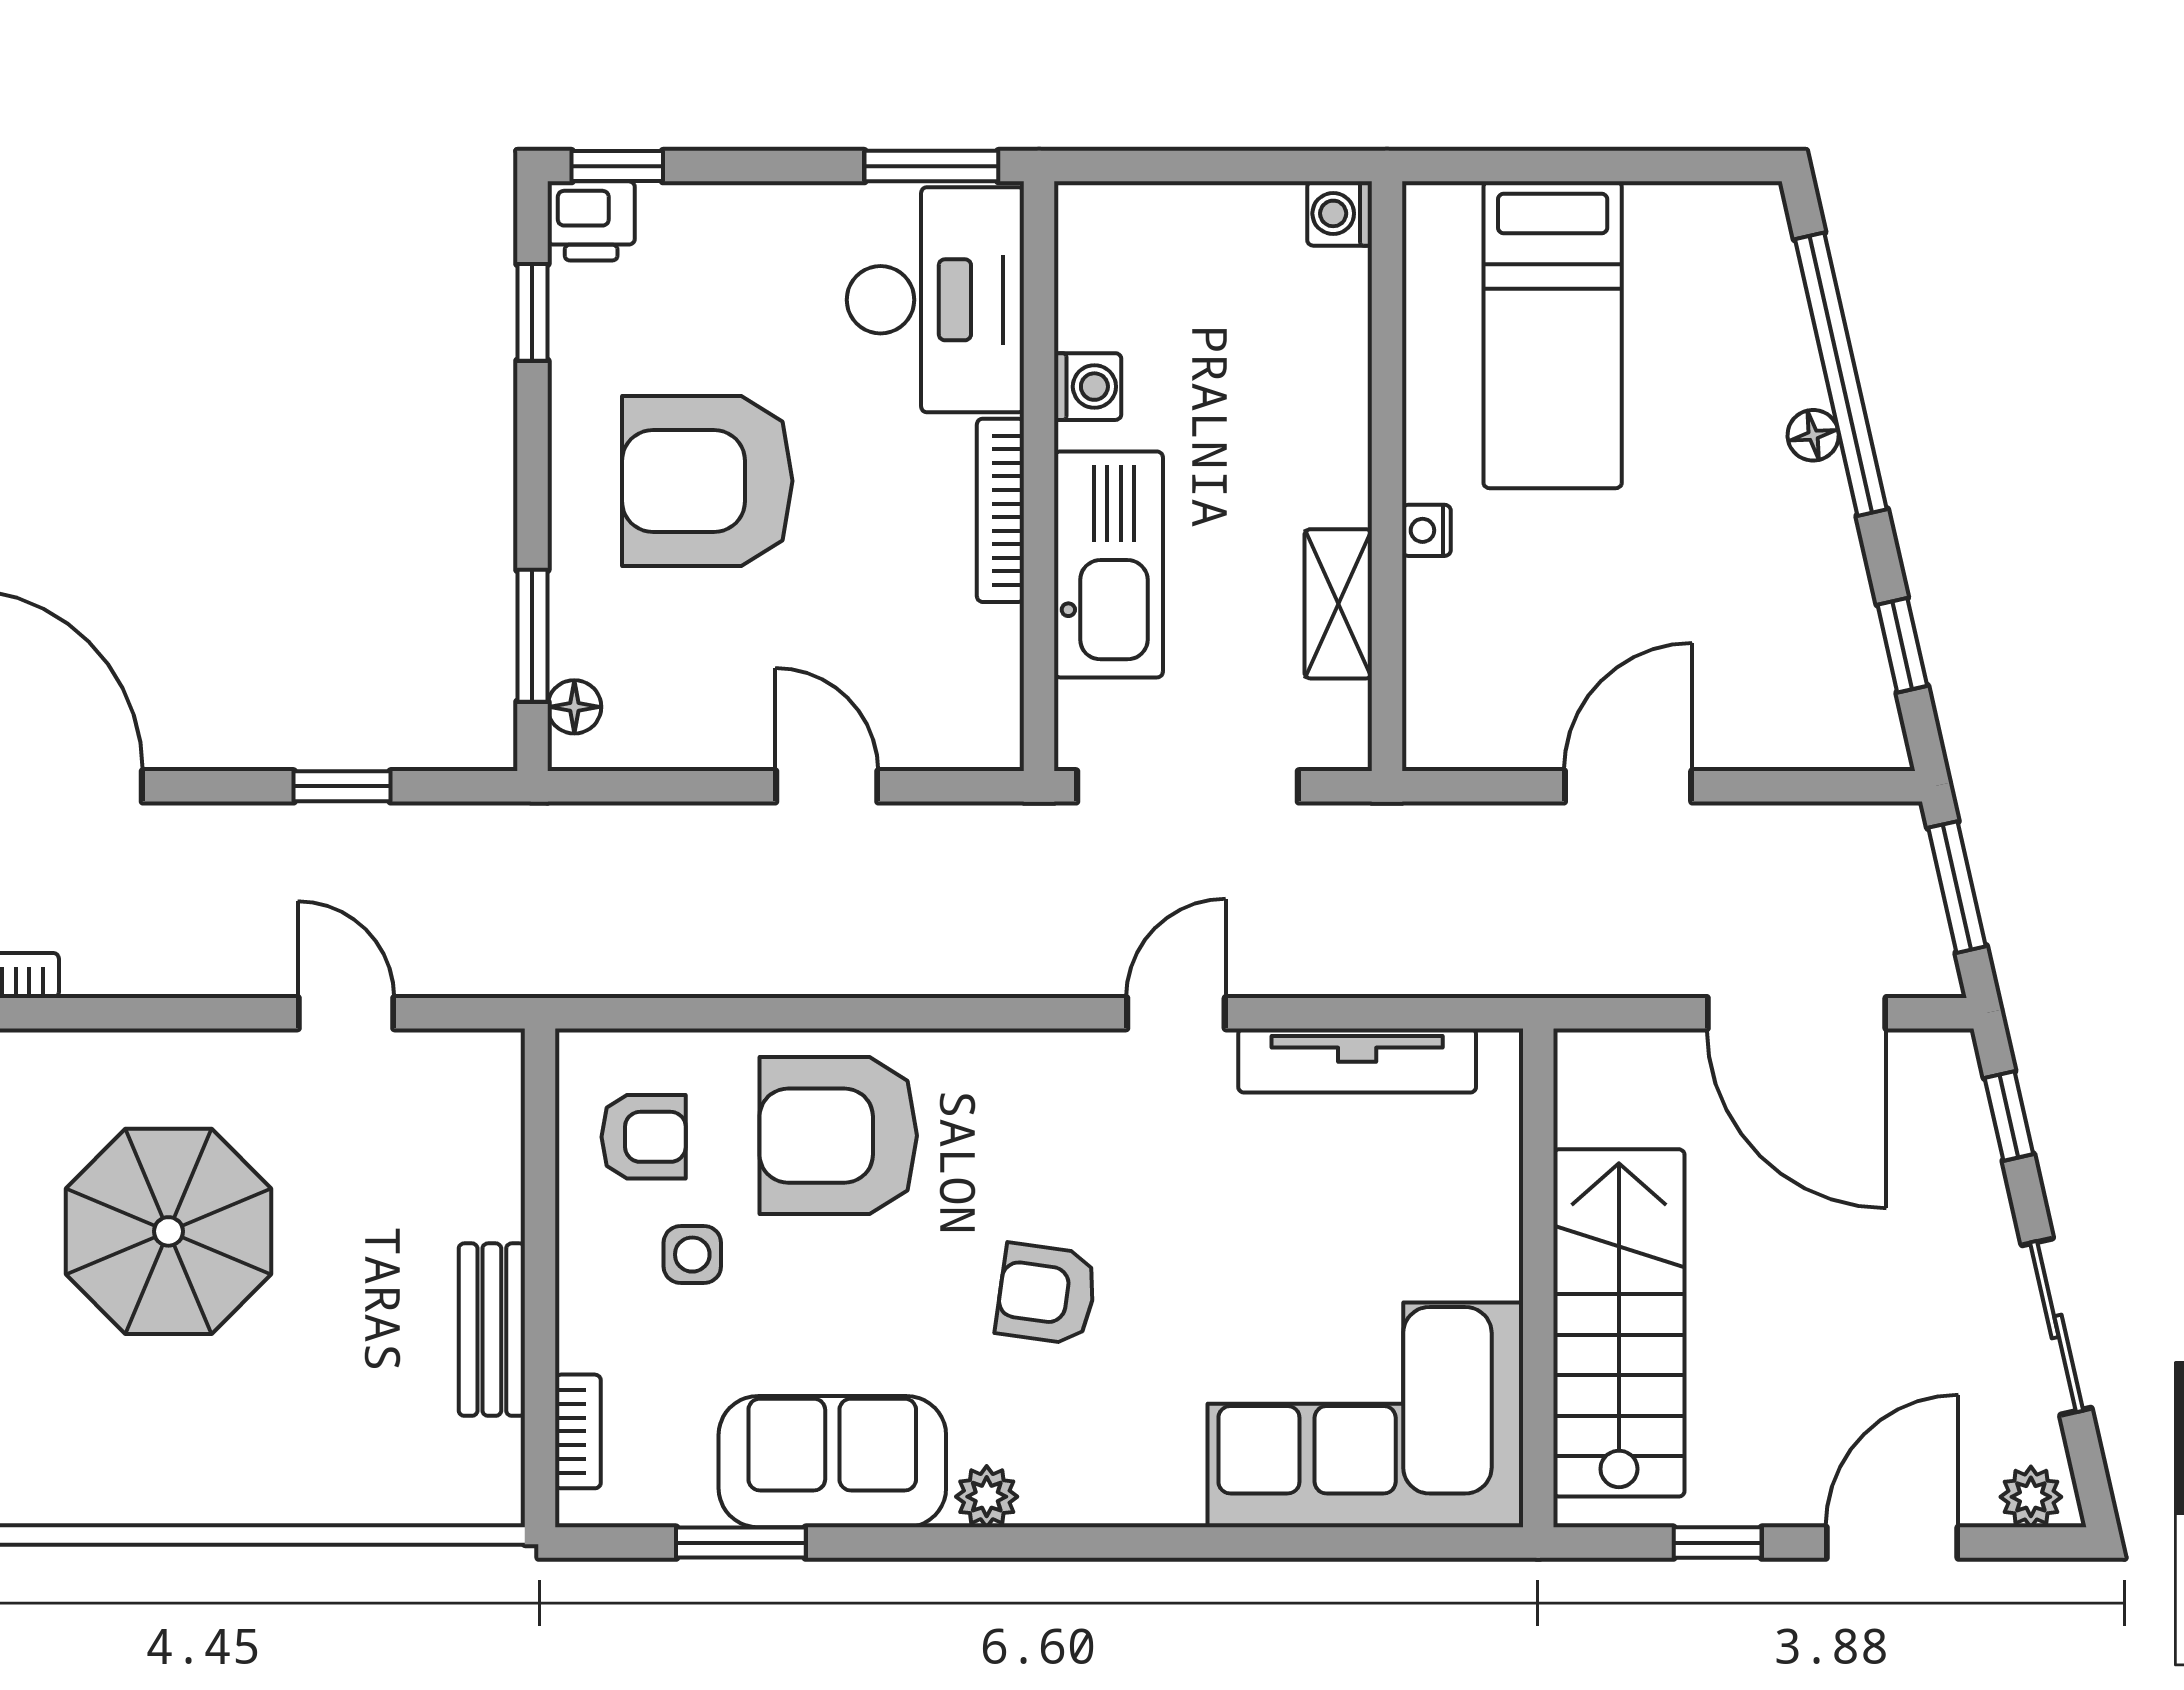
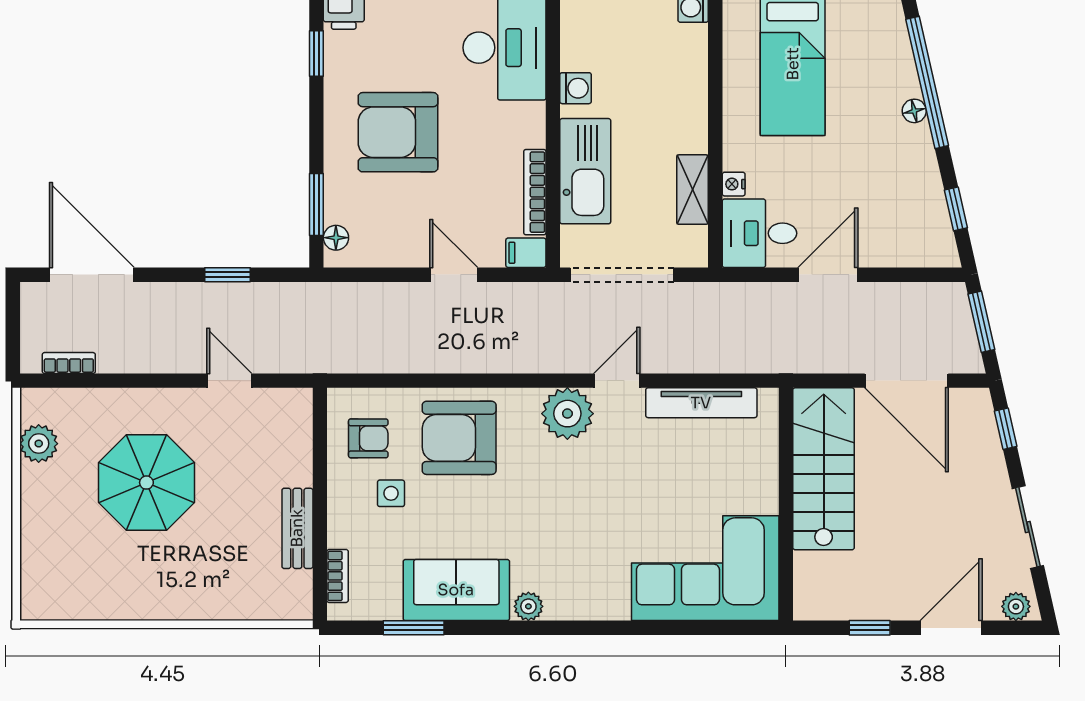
bookcase: (1000, 510) -> (535, 192), moved
nightstand: (1426, 530) -> (734, 184), moved
desk: (1482, 697) -> (759, 233), added
filing cabinet: (981, 739) -> (526, 253), added
plant: (1070, 1084) -> (567, 414), added
armchair: (1047, 1294) -> (556, 512), removed
stairs: (1619, 1323) -> (824, 469), moved

